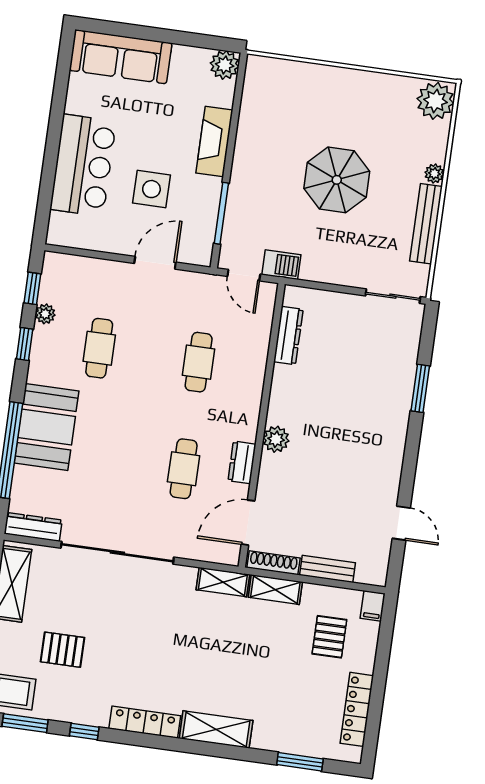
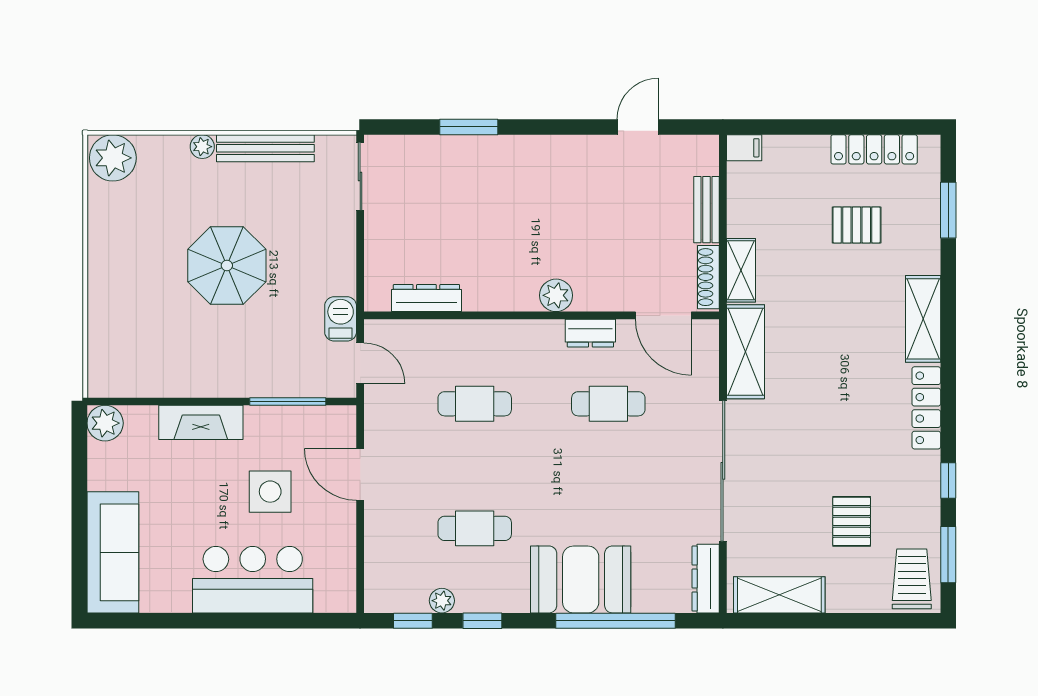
door: (244, 275) -> (360, 363), hinge flipped
shelving: (223, 582) -> (745, 352), width x1.50, depth x1.33
pallet: (329, 637) -> (857, 225), moved

